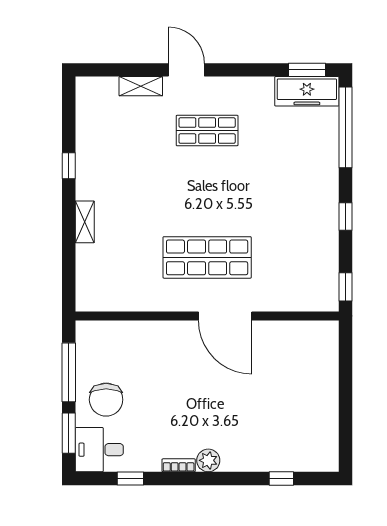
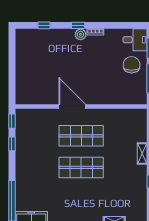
shop shelf: (207, 131) -> (81, 167), moved, width x1.43, depth x1.36
window: (346, 217) -> (12, 144), moved
window: (130, 478) -> (78, 25), moved

